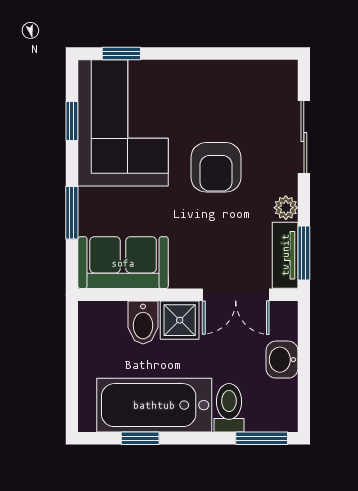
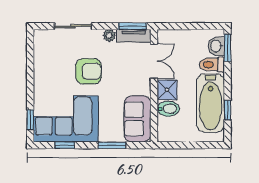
washbasin: (282, 360) -> (216, 46), moved, turned 90

